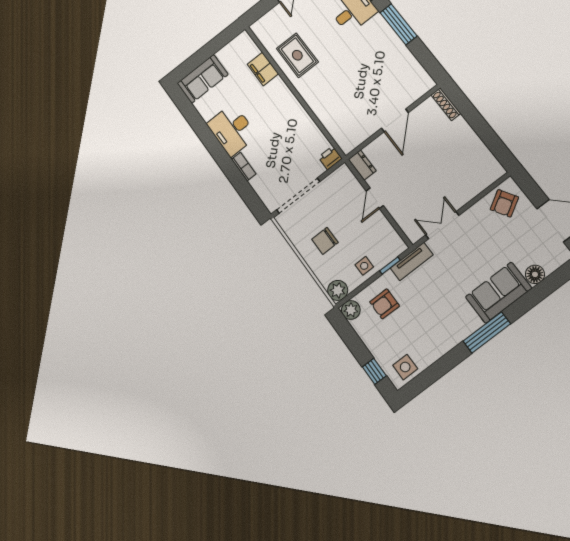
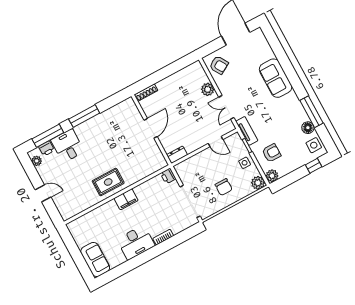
rug: (297, 55) -> (108, 182), moved
filing cabinet: (263, 69) -> (126, 199), moved
door: (395, 120) -> (151, 128), hinge flipped
plant: (465, 193) -> (208, 89), added
door: (375, 198) -> (216, 141), moved
floor lamp: (535, 274) -> (308, 128), moved
armchair: (385, 304) -> (271, 153), turned -90
window: (487, 332) -> (311, 112), moved

